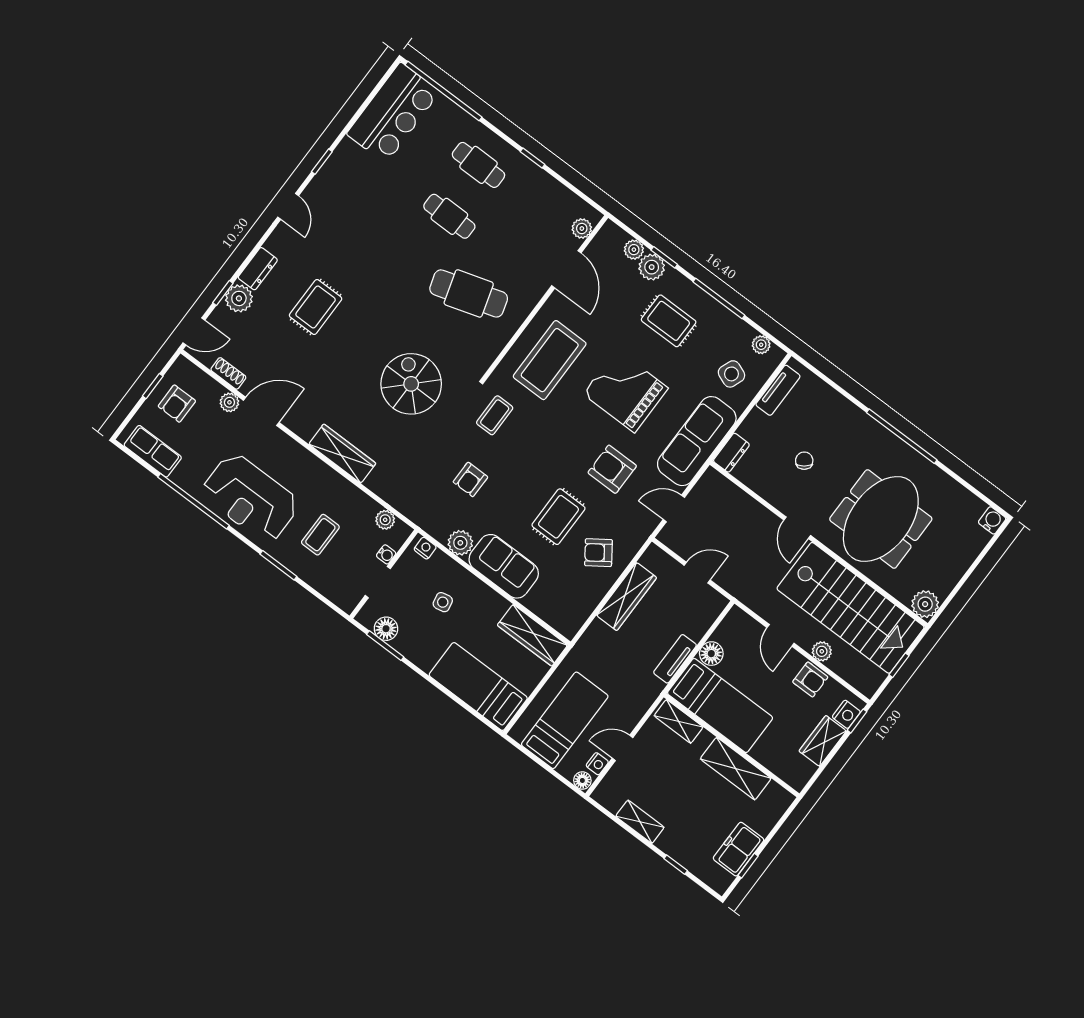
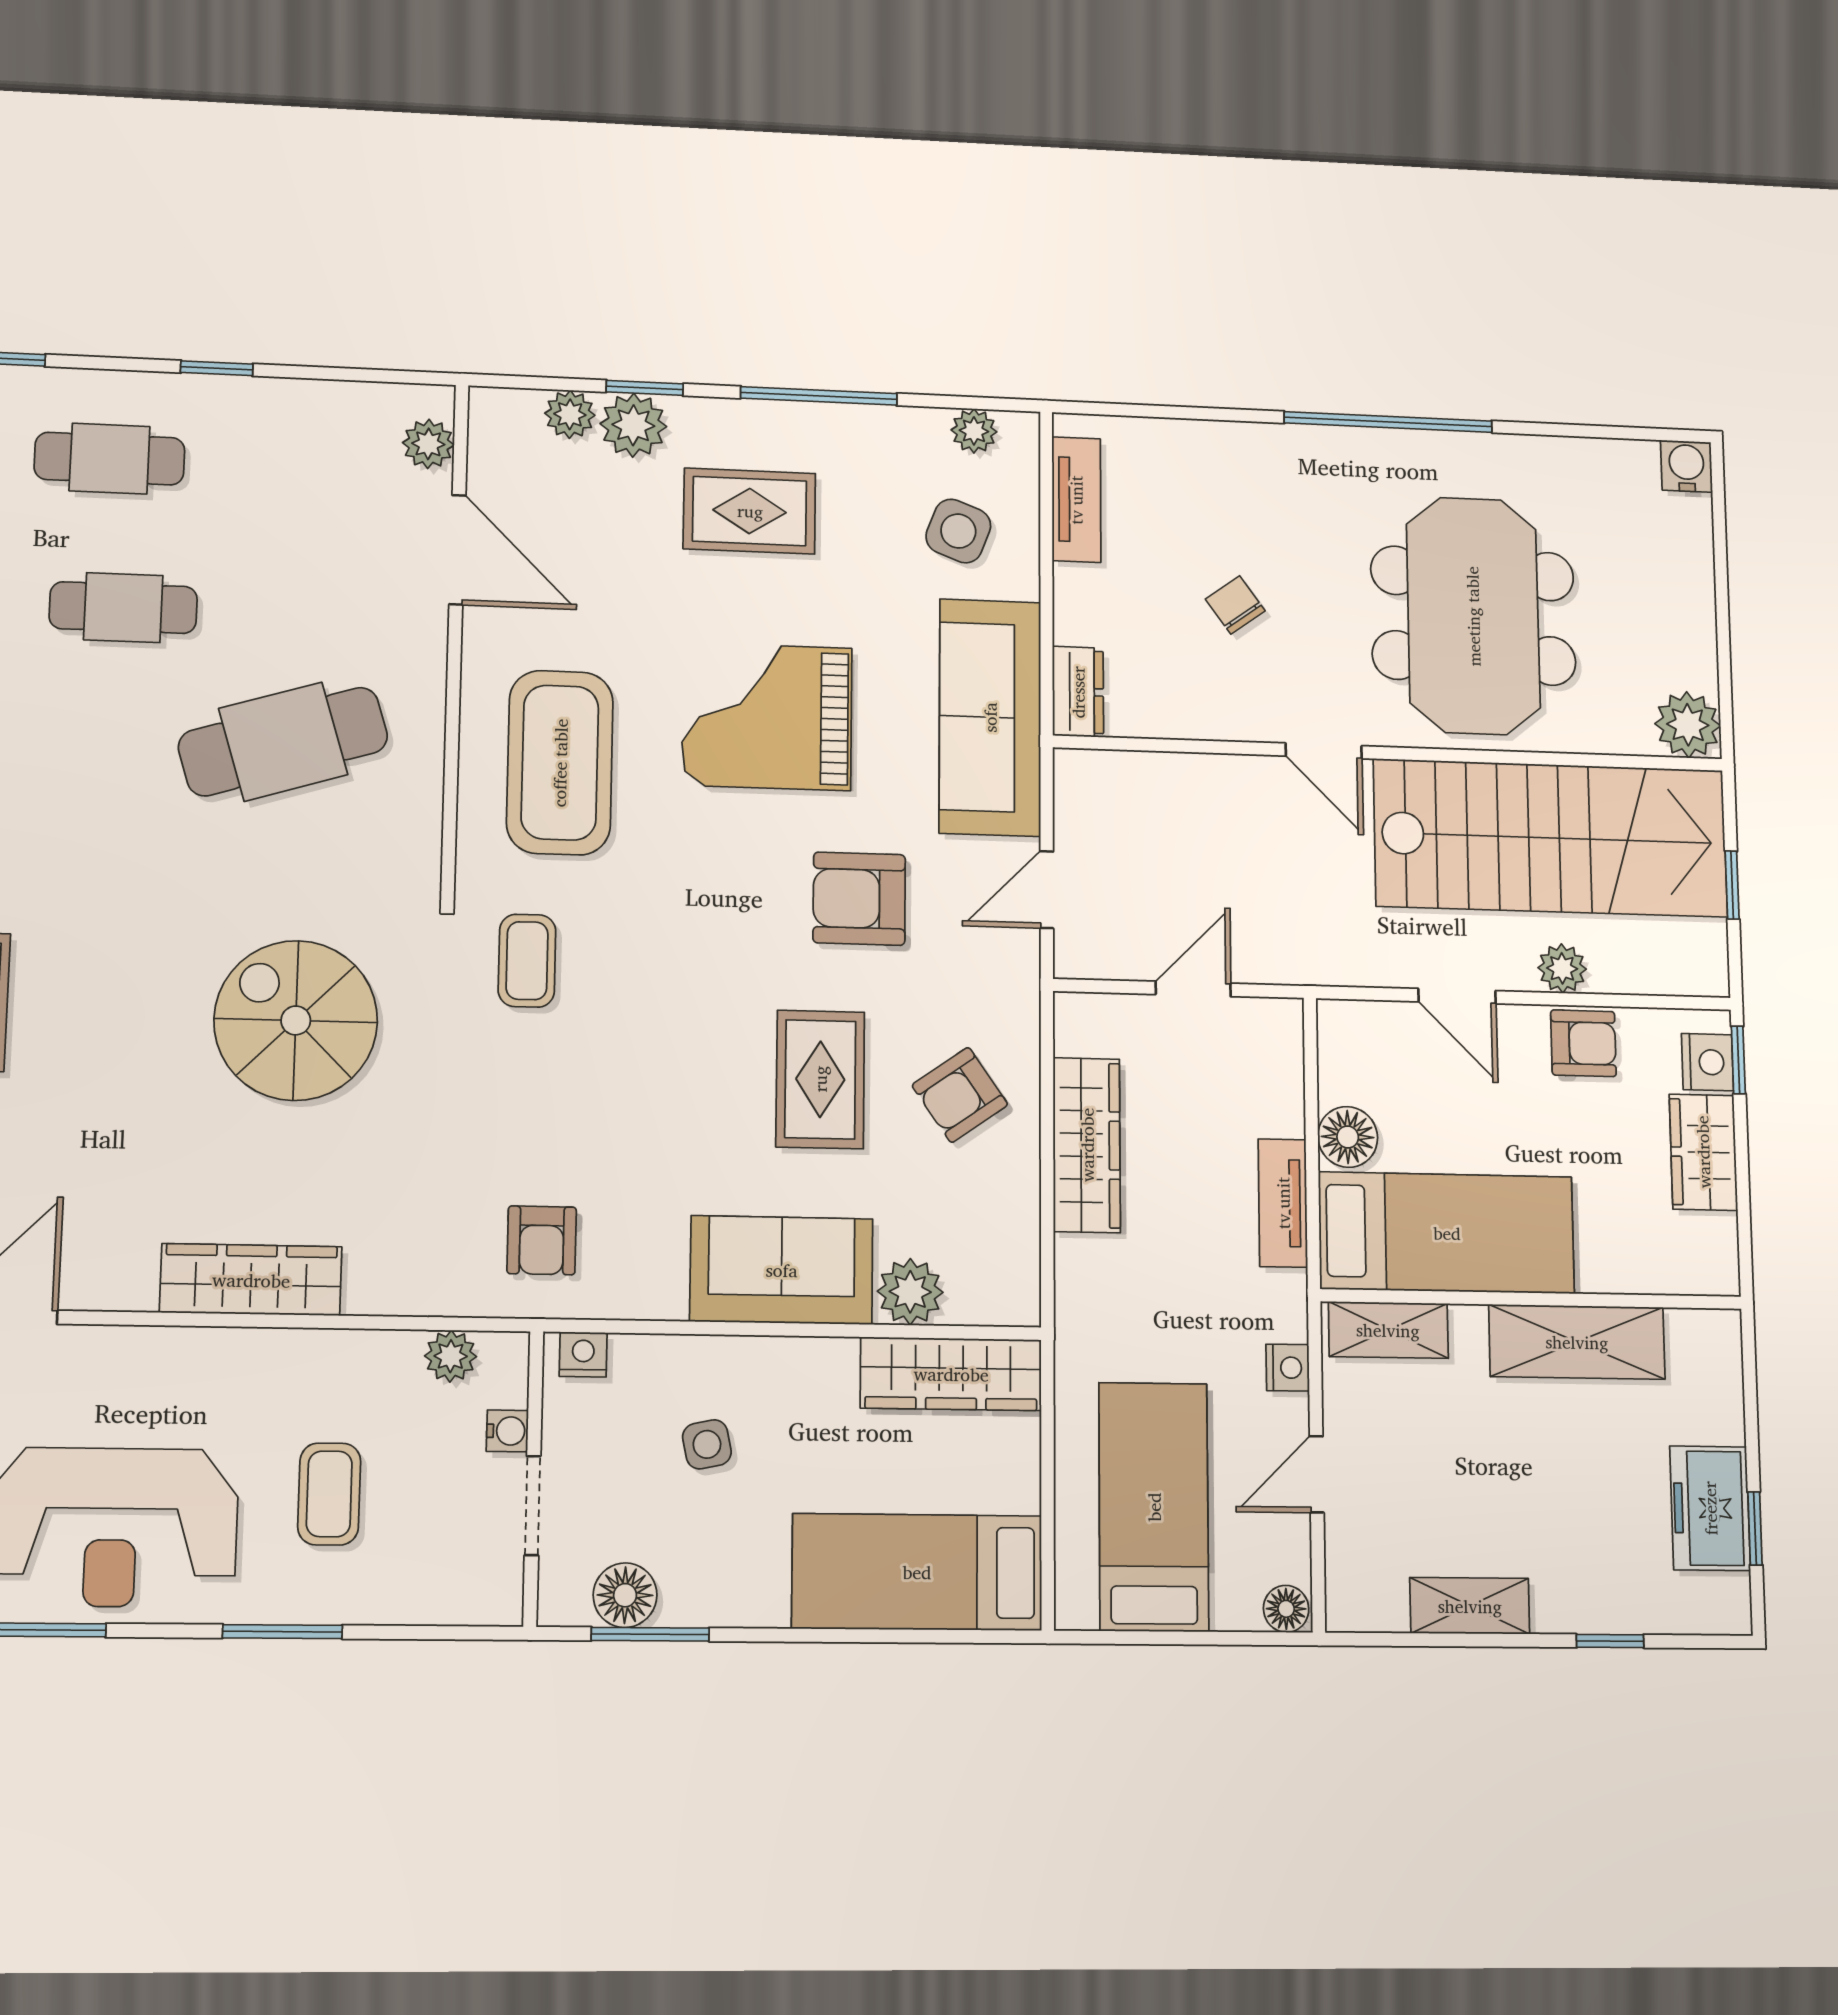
armchair: (470, 479) -> (542, 1240), moved
plant: (460, 543) -> (910, 1292), moved
nightstand: (597, 764) -> (1288, 1368), moved

